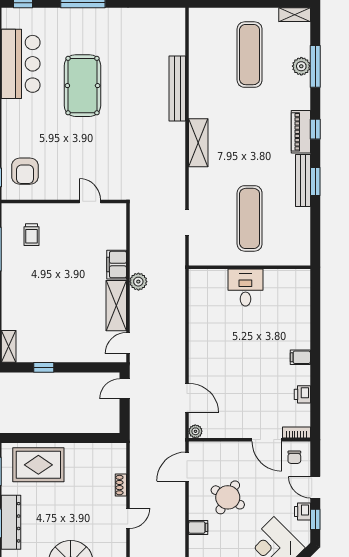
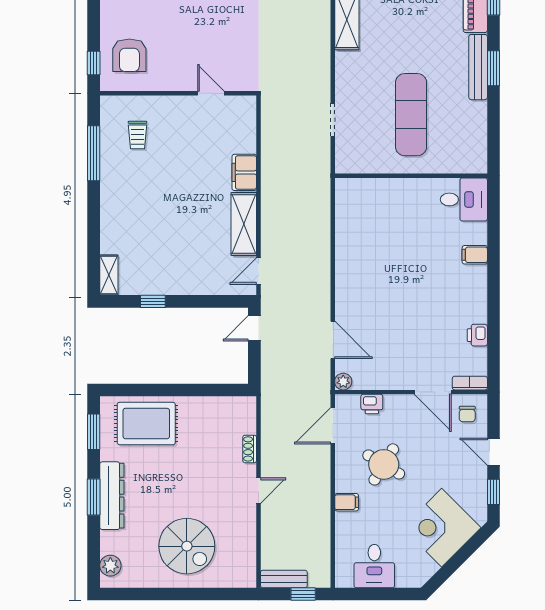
plant: (138, 282) -> (272, 194), removed
desk: (245, 287) -> (464, 199), moved, turned 90
filing cabinet: (300, 357) -> (475, 255), moved
printer: (302, 512) -> (372, 404), moved, turned -90

